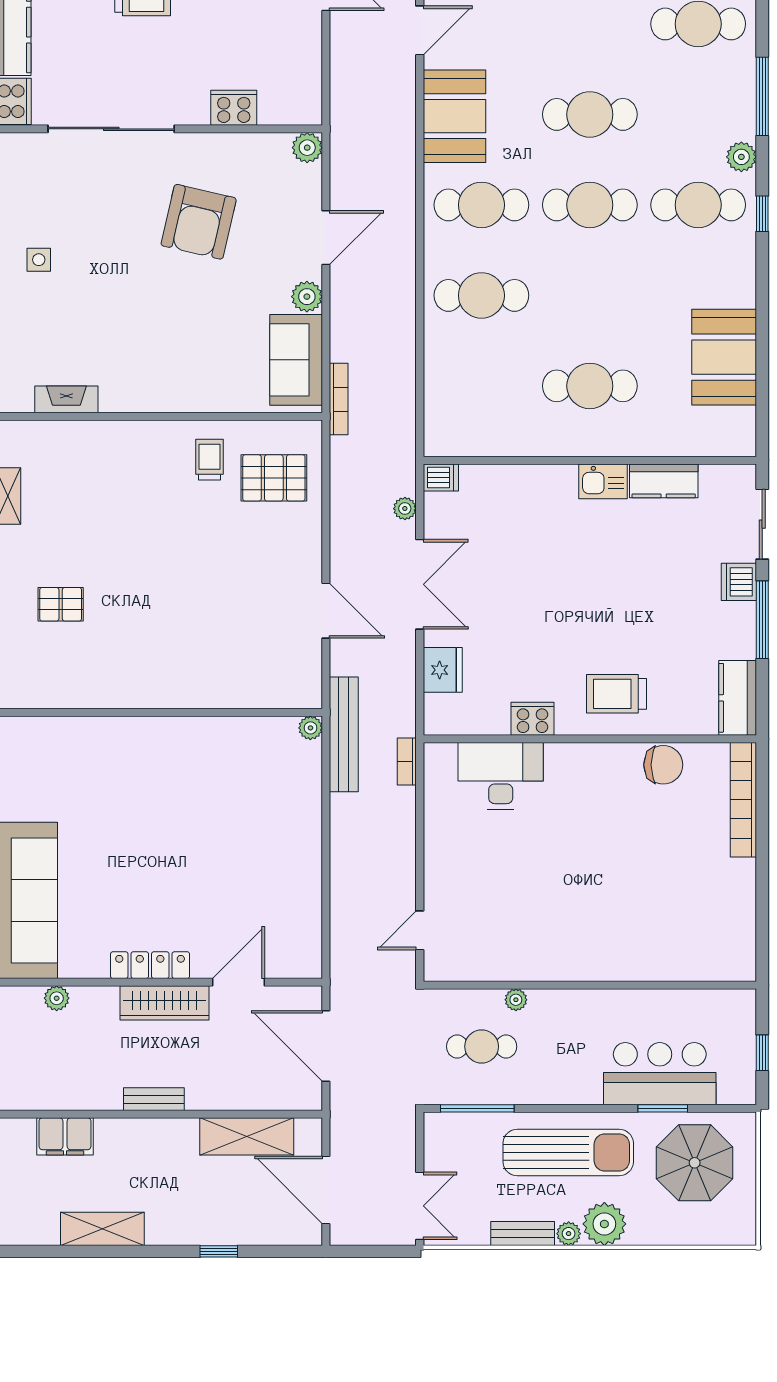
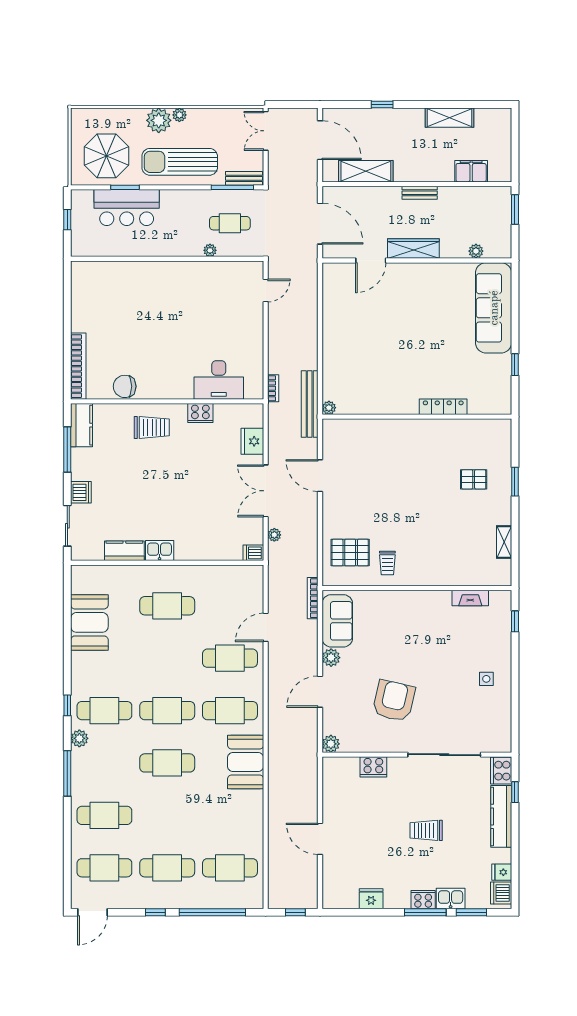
door: (420, 30) -> (266, 627), moved
window: (762, 620) -> (67, 449), moved
locker: (150, 965) -> (443, 407), moved, turned 180
bench: (523, 1233) -> (244, 178), moved

